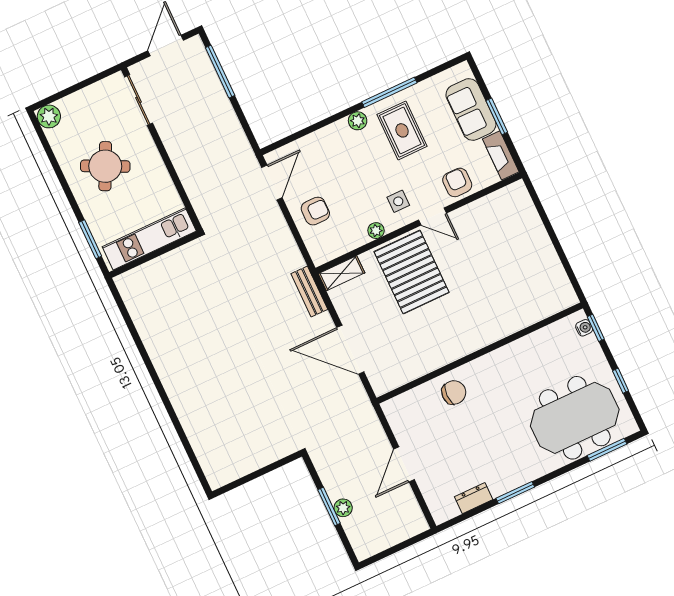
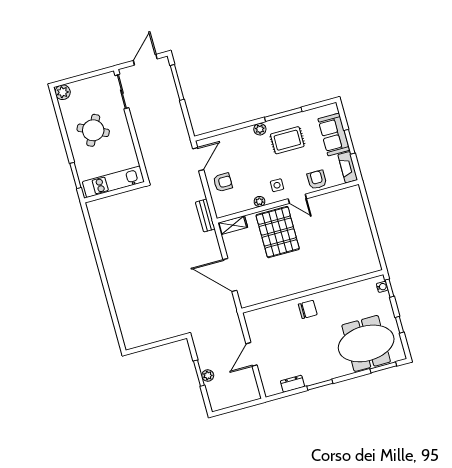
rug: (402, 130) -> (287, 140), turned 90
bench: (309, 291) -> (205, 216), moved
chair: (454, 392) -> (308, 309), moved

